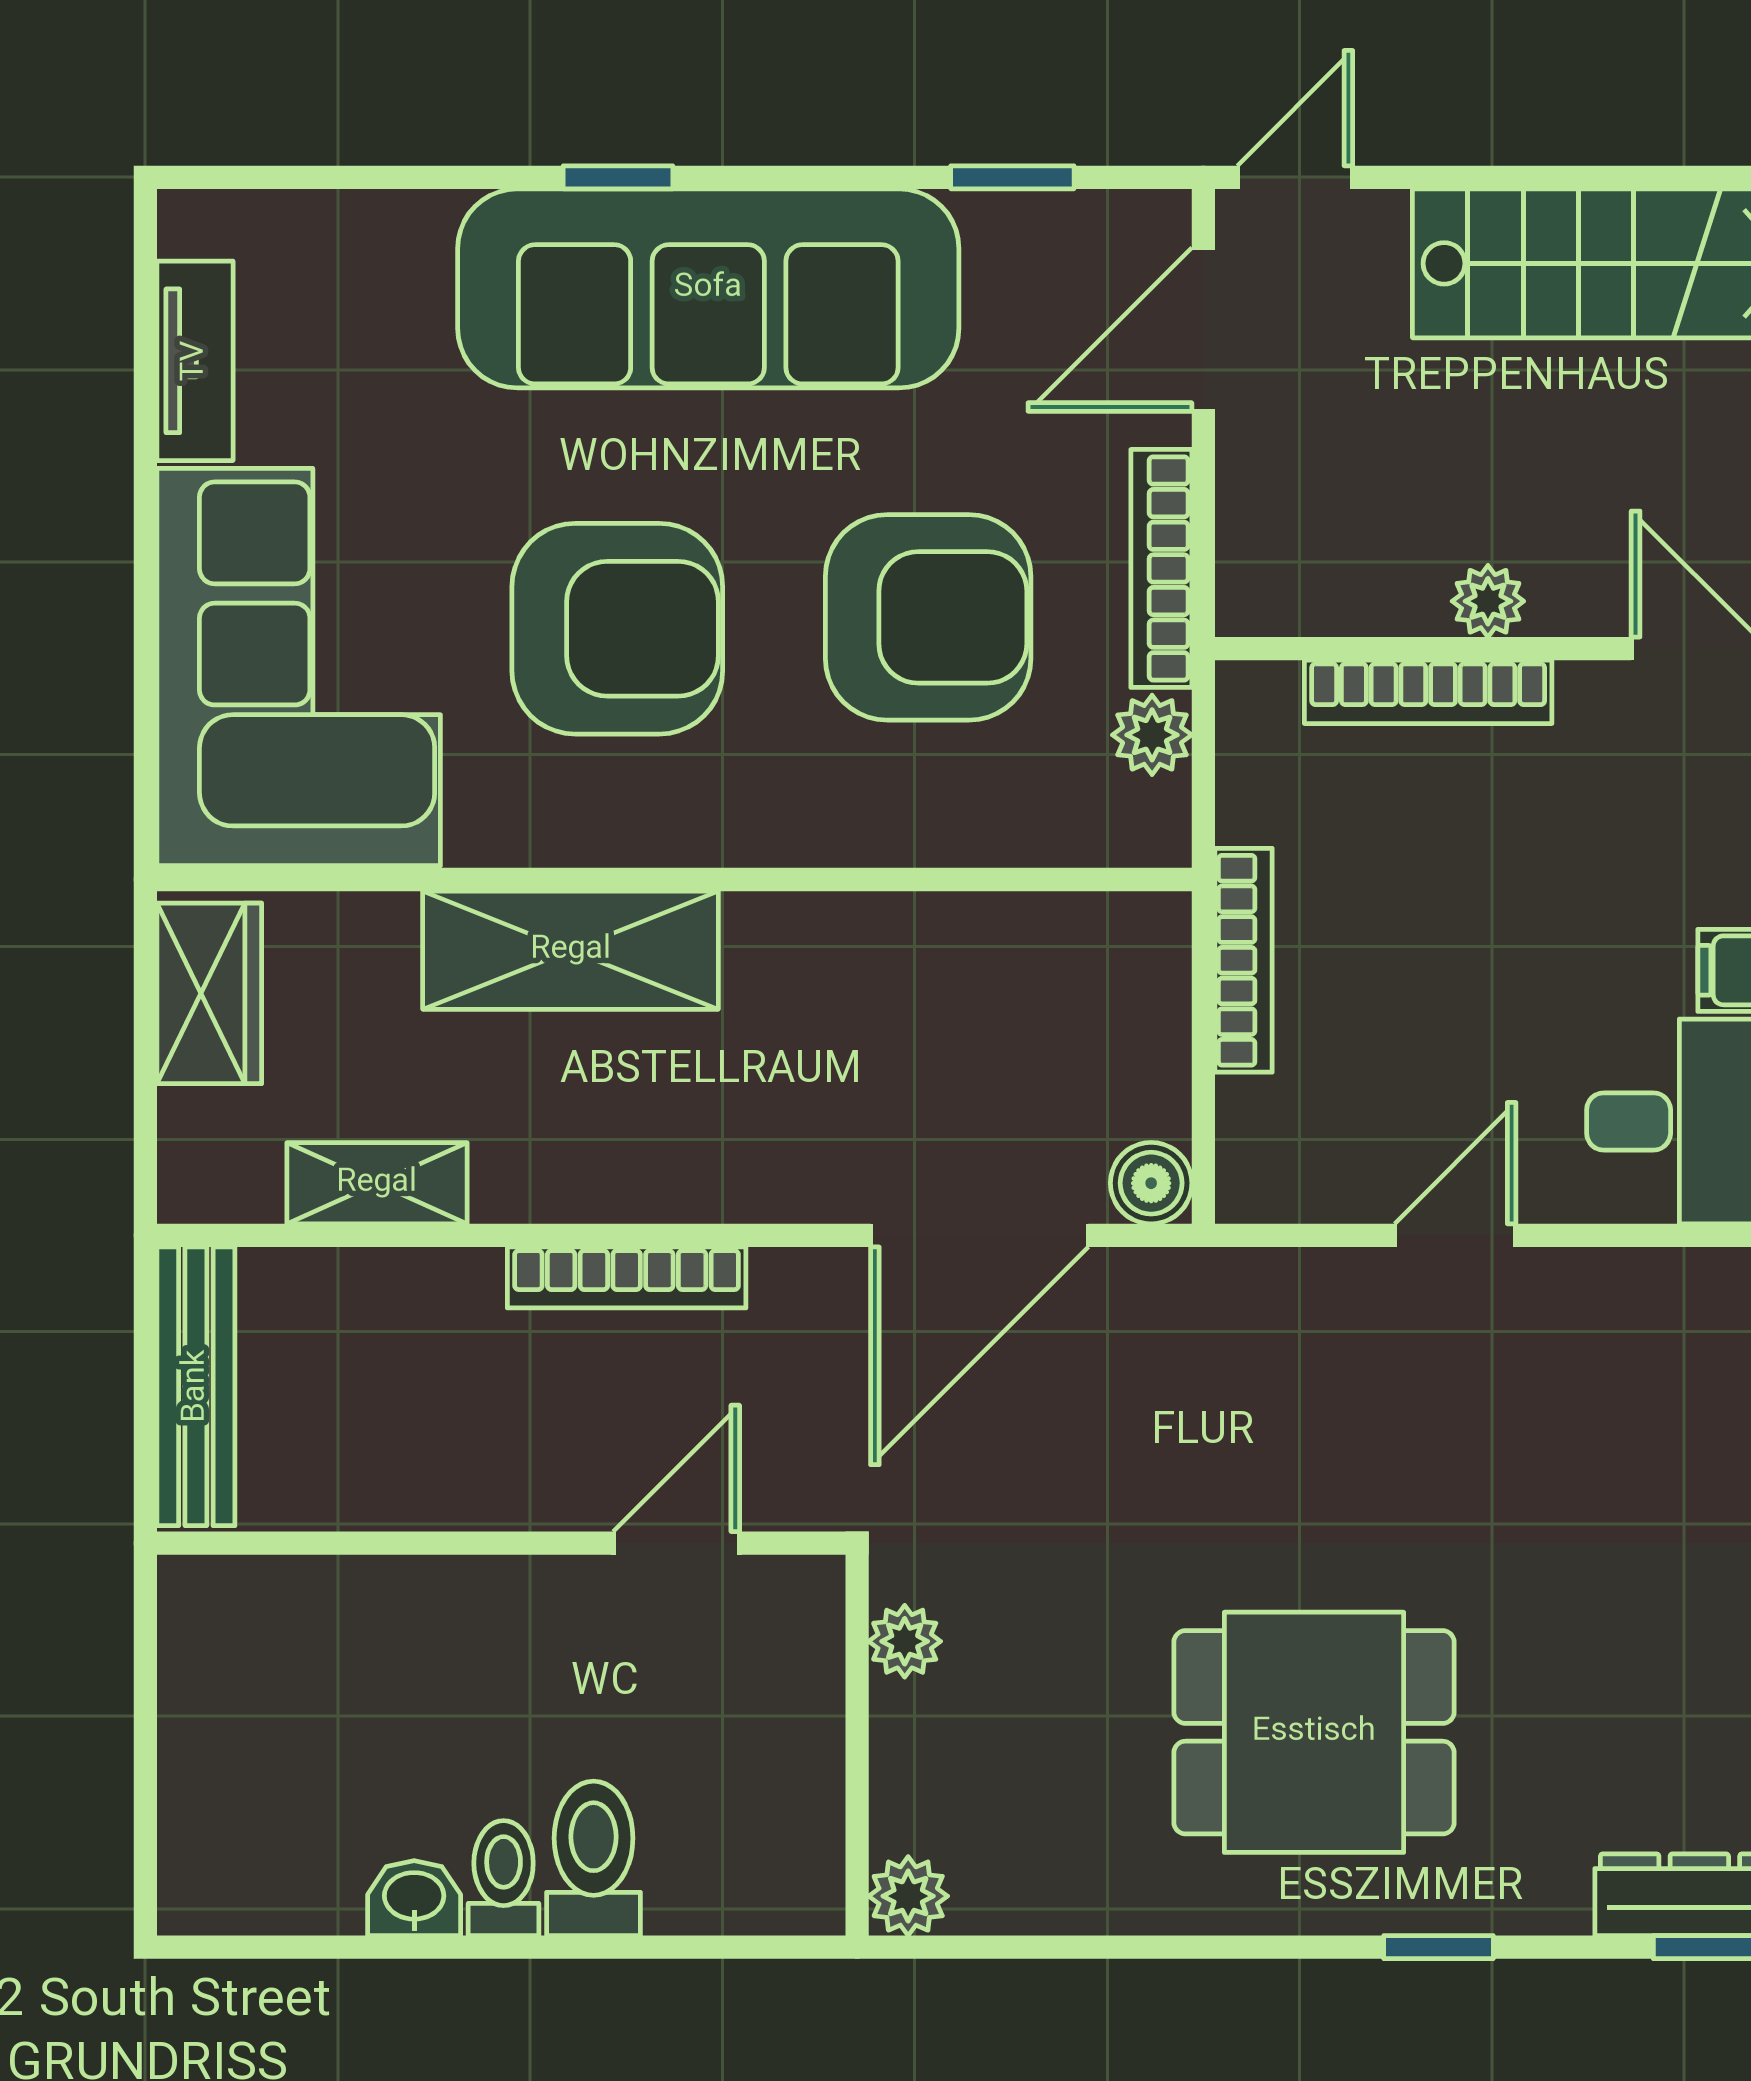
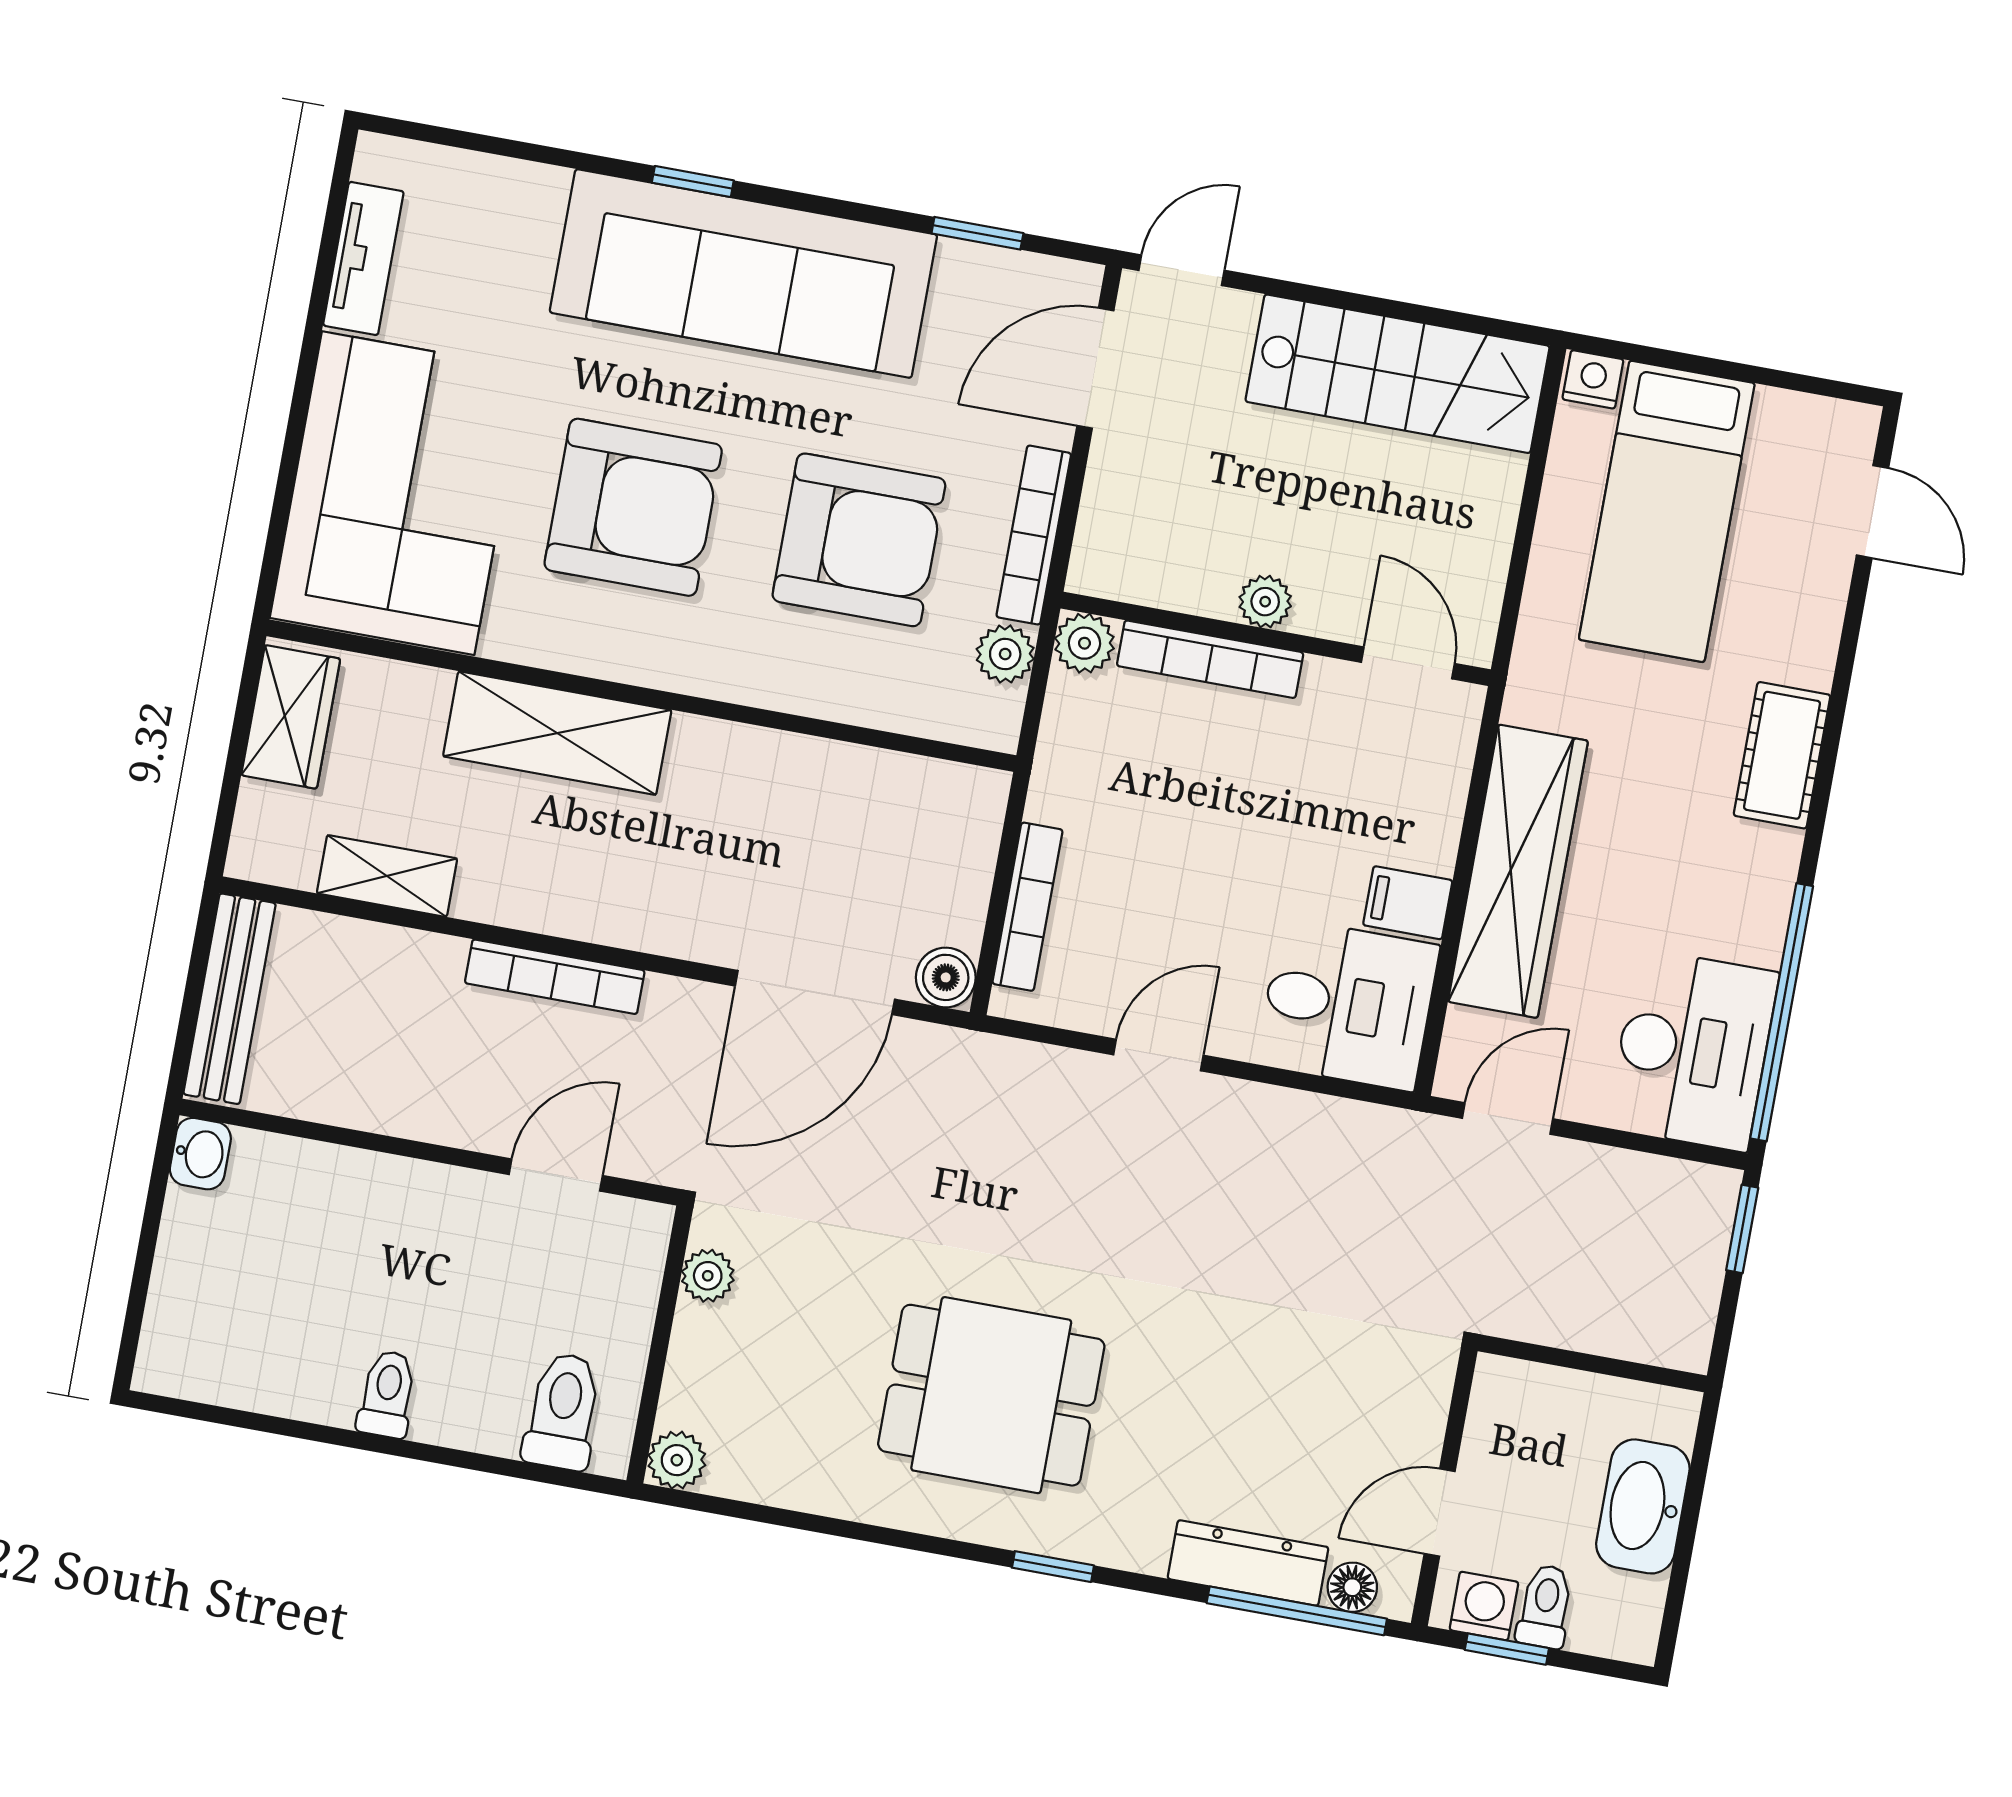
plant: (1256, 701) -> (1084, 643), added
bookcase: (1244, 960) -> (1027, 907), moved
toilet: (594, 1858) -> (563, 1411), moved
washbasin: (414, 1898) -> (200, 1154), moved, turned 90

